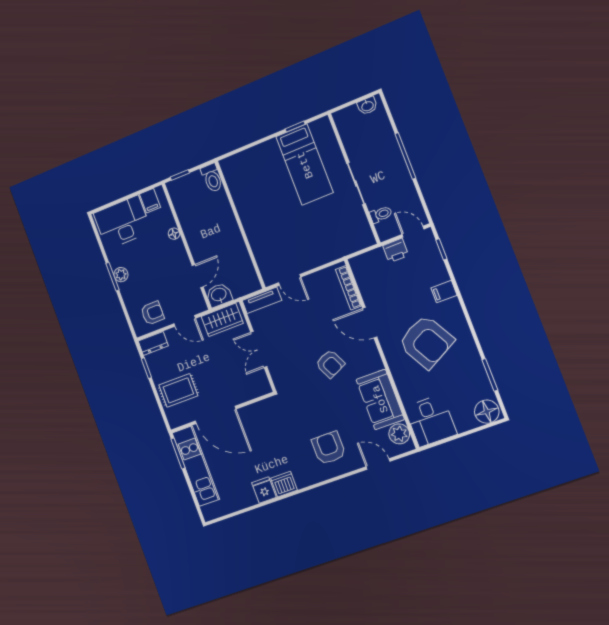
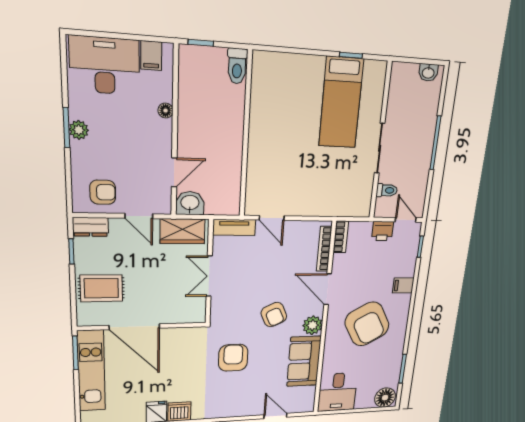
bookcase: (359, 271) -> (341, 237), added
plant: (399, 434) -> (313, 325), moved
armchair: (329, 448) -> (233, 358), moved

